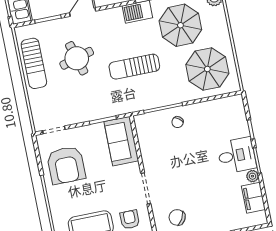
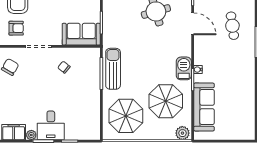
sun lounger: (134, 67) -> (113, 69), moved
chair: (178, 122) -> (64, 67), moved

